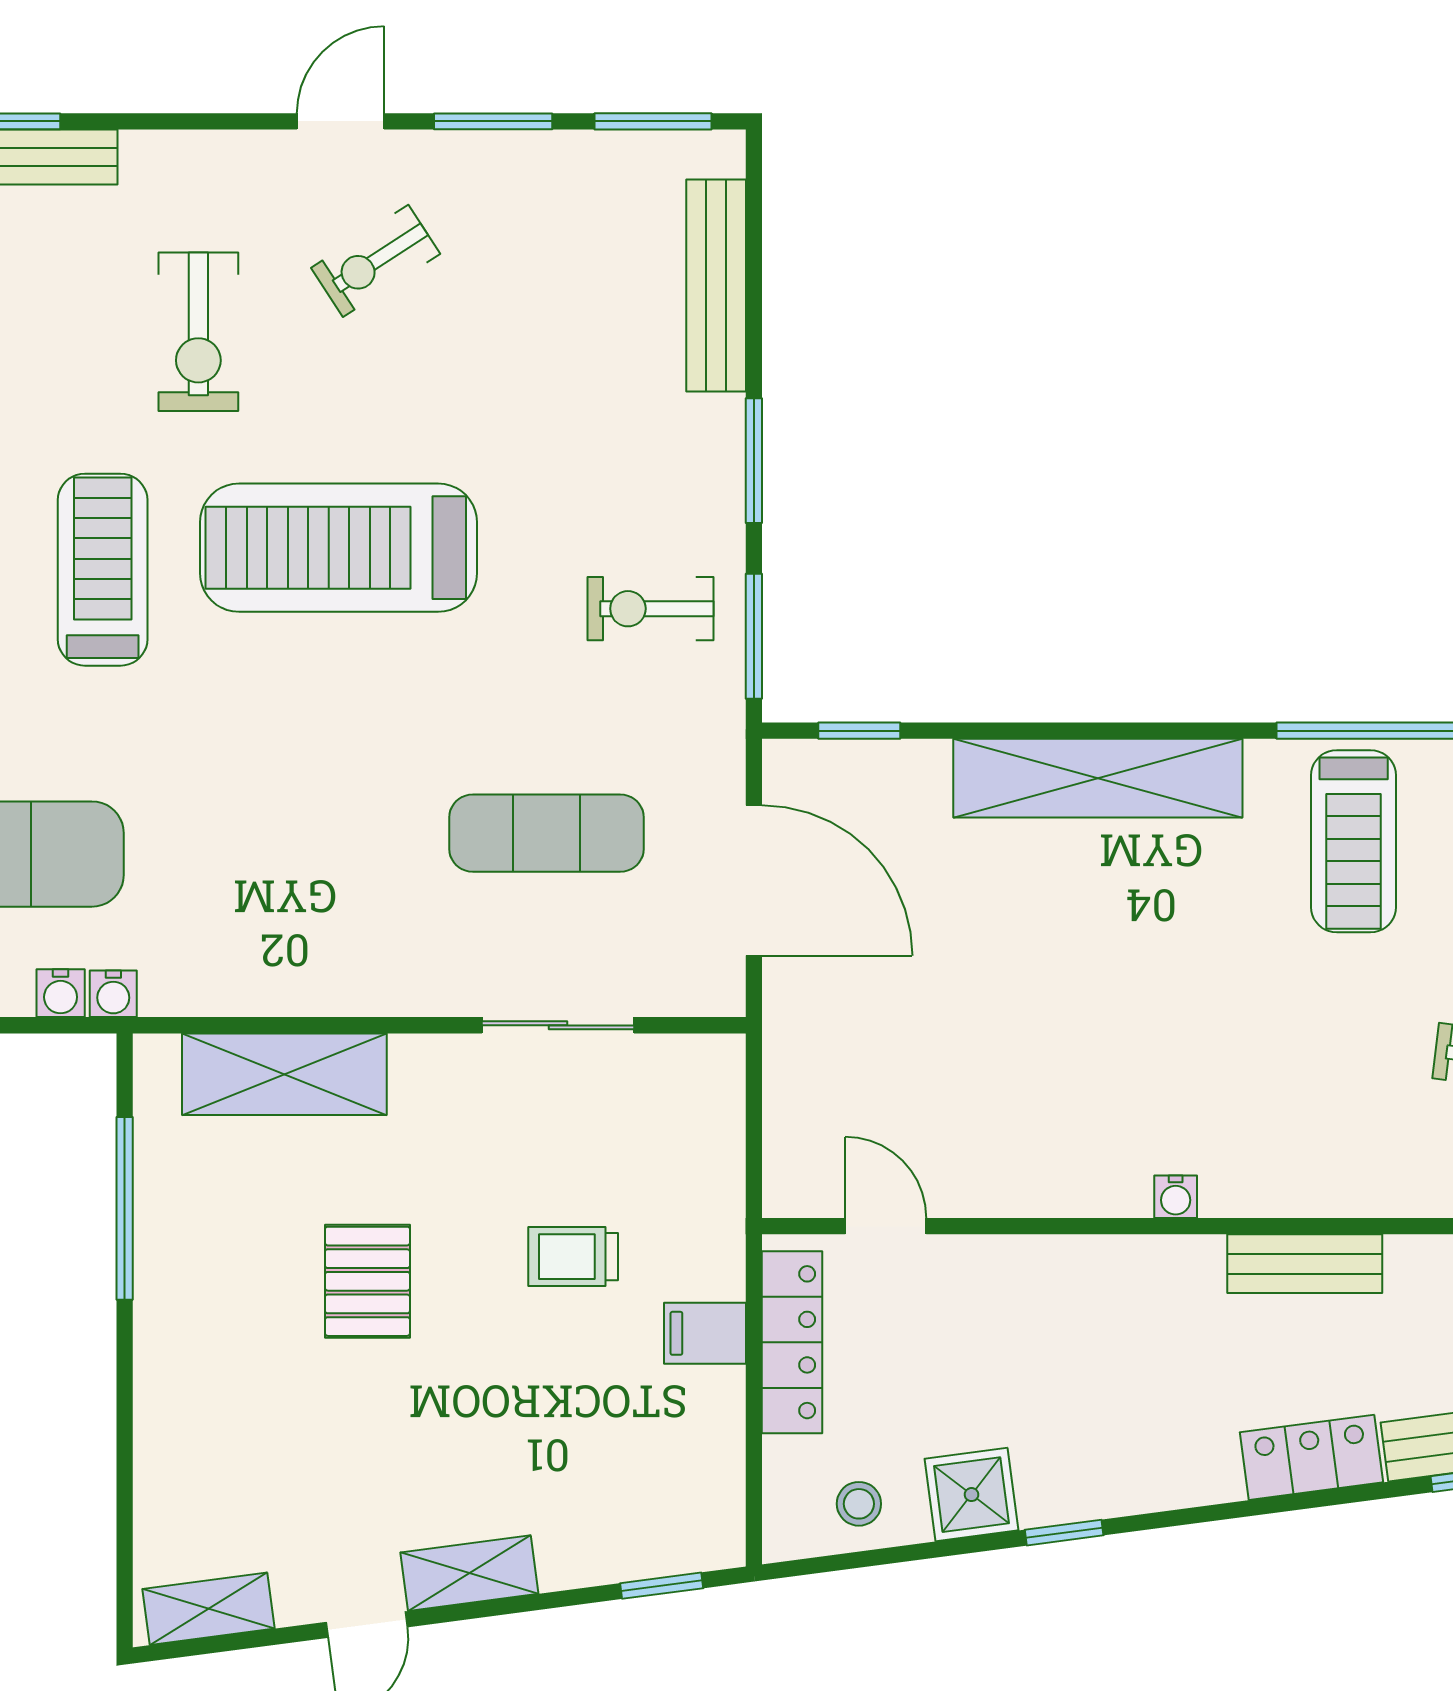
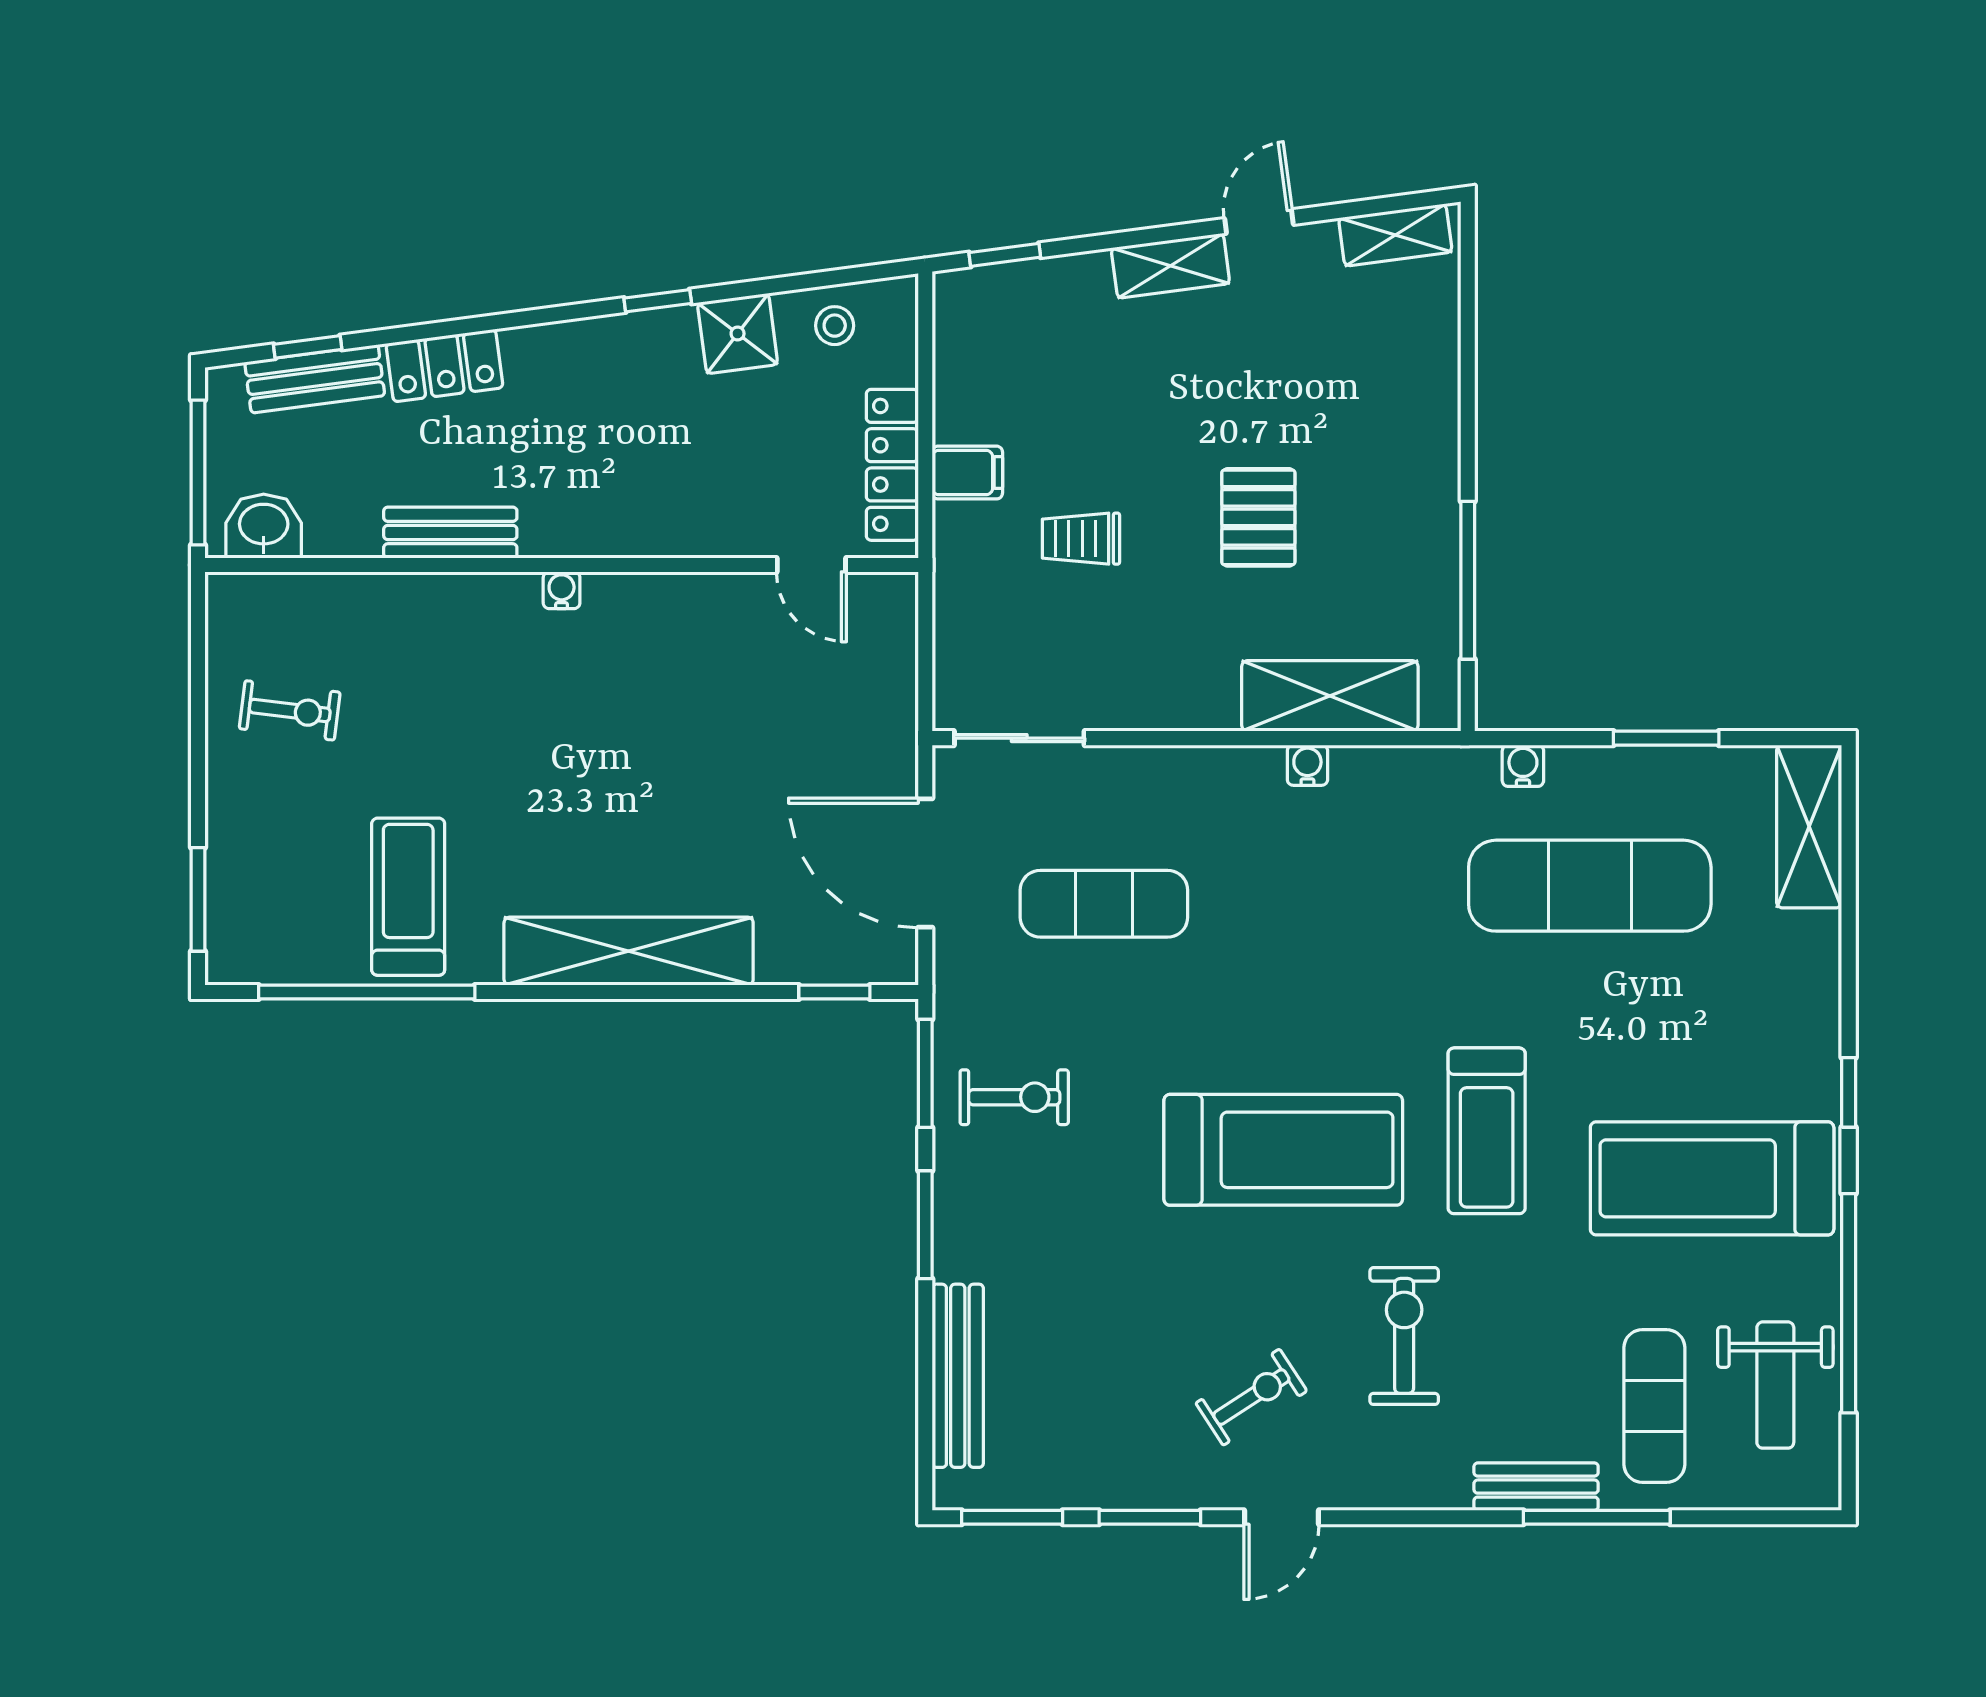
water cooler: (113, 994) -> (1307, 765), moved
sliding door: (558, 1025) -> (1019, 738), moved
trolley: (573, 1257) -> (1081, 539), turned 180

